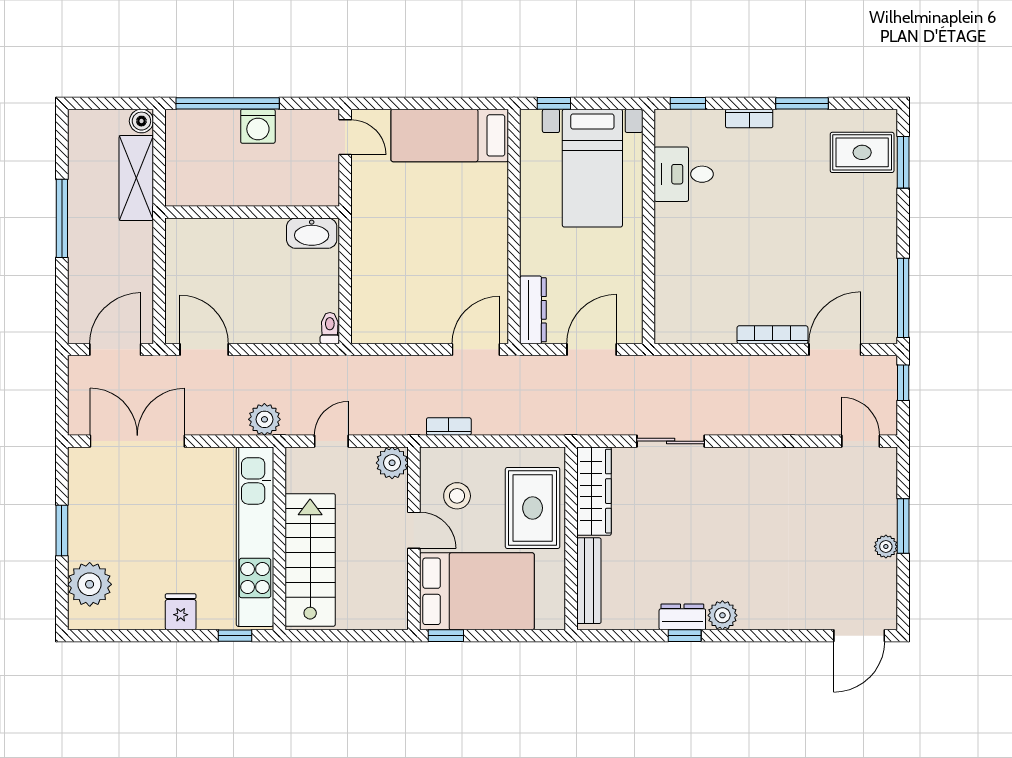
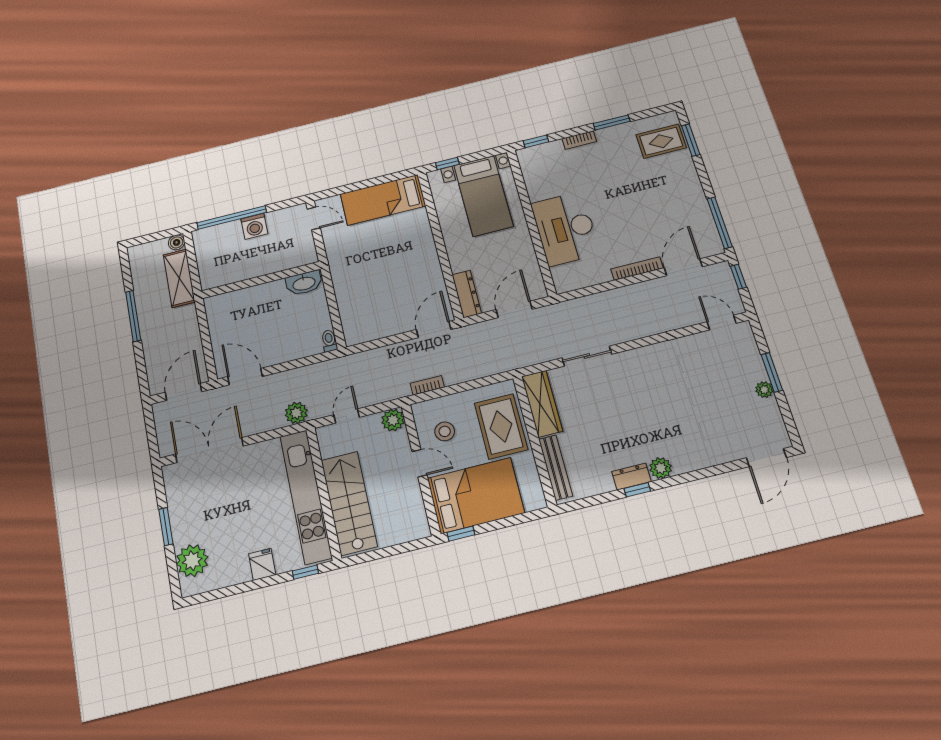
desk: (684, 174) -> (565, 229), moved, width x1.87, depth x1.30

